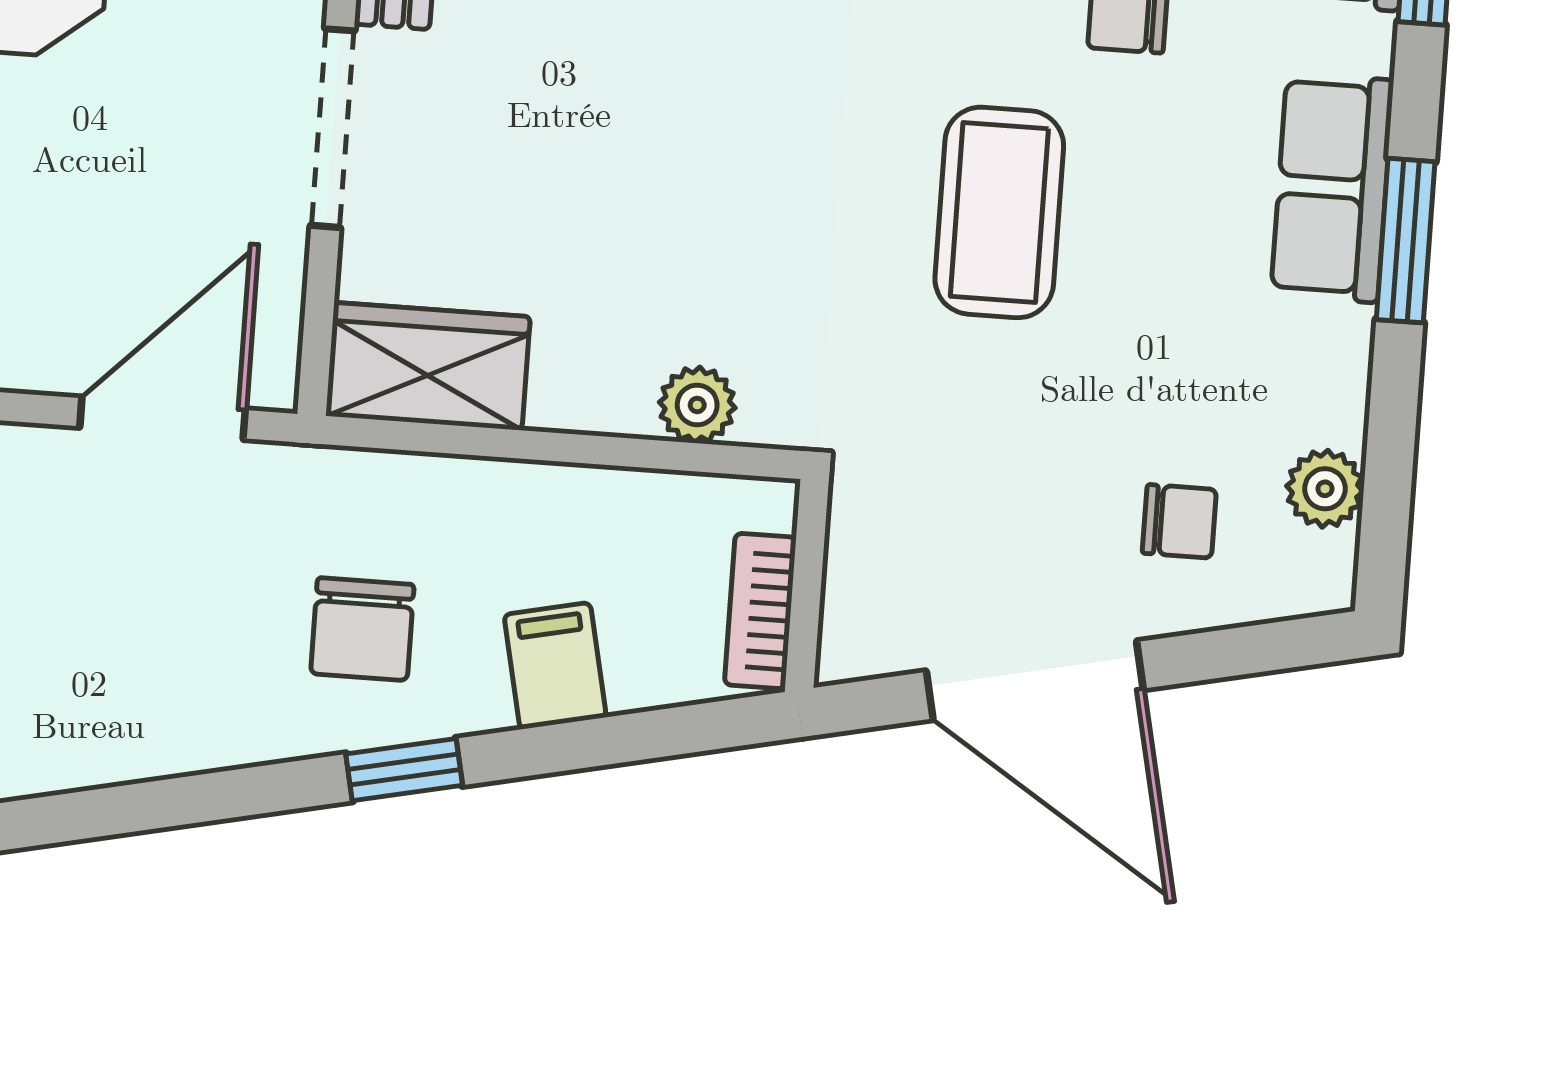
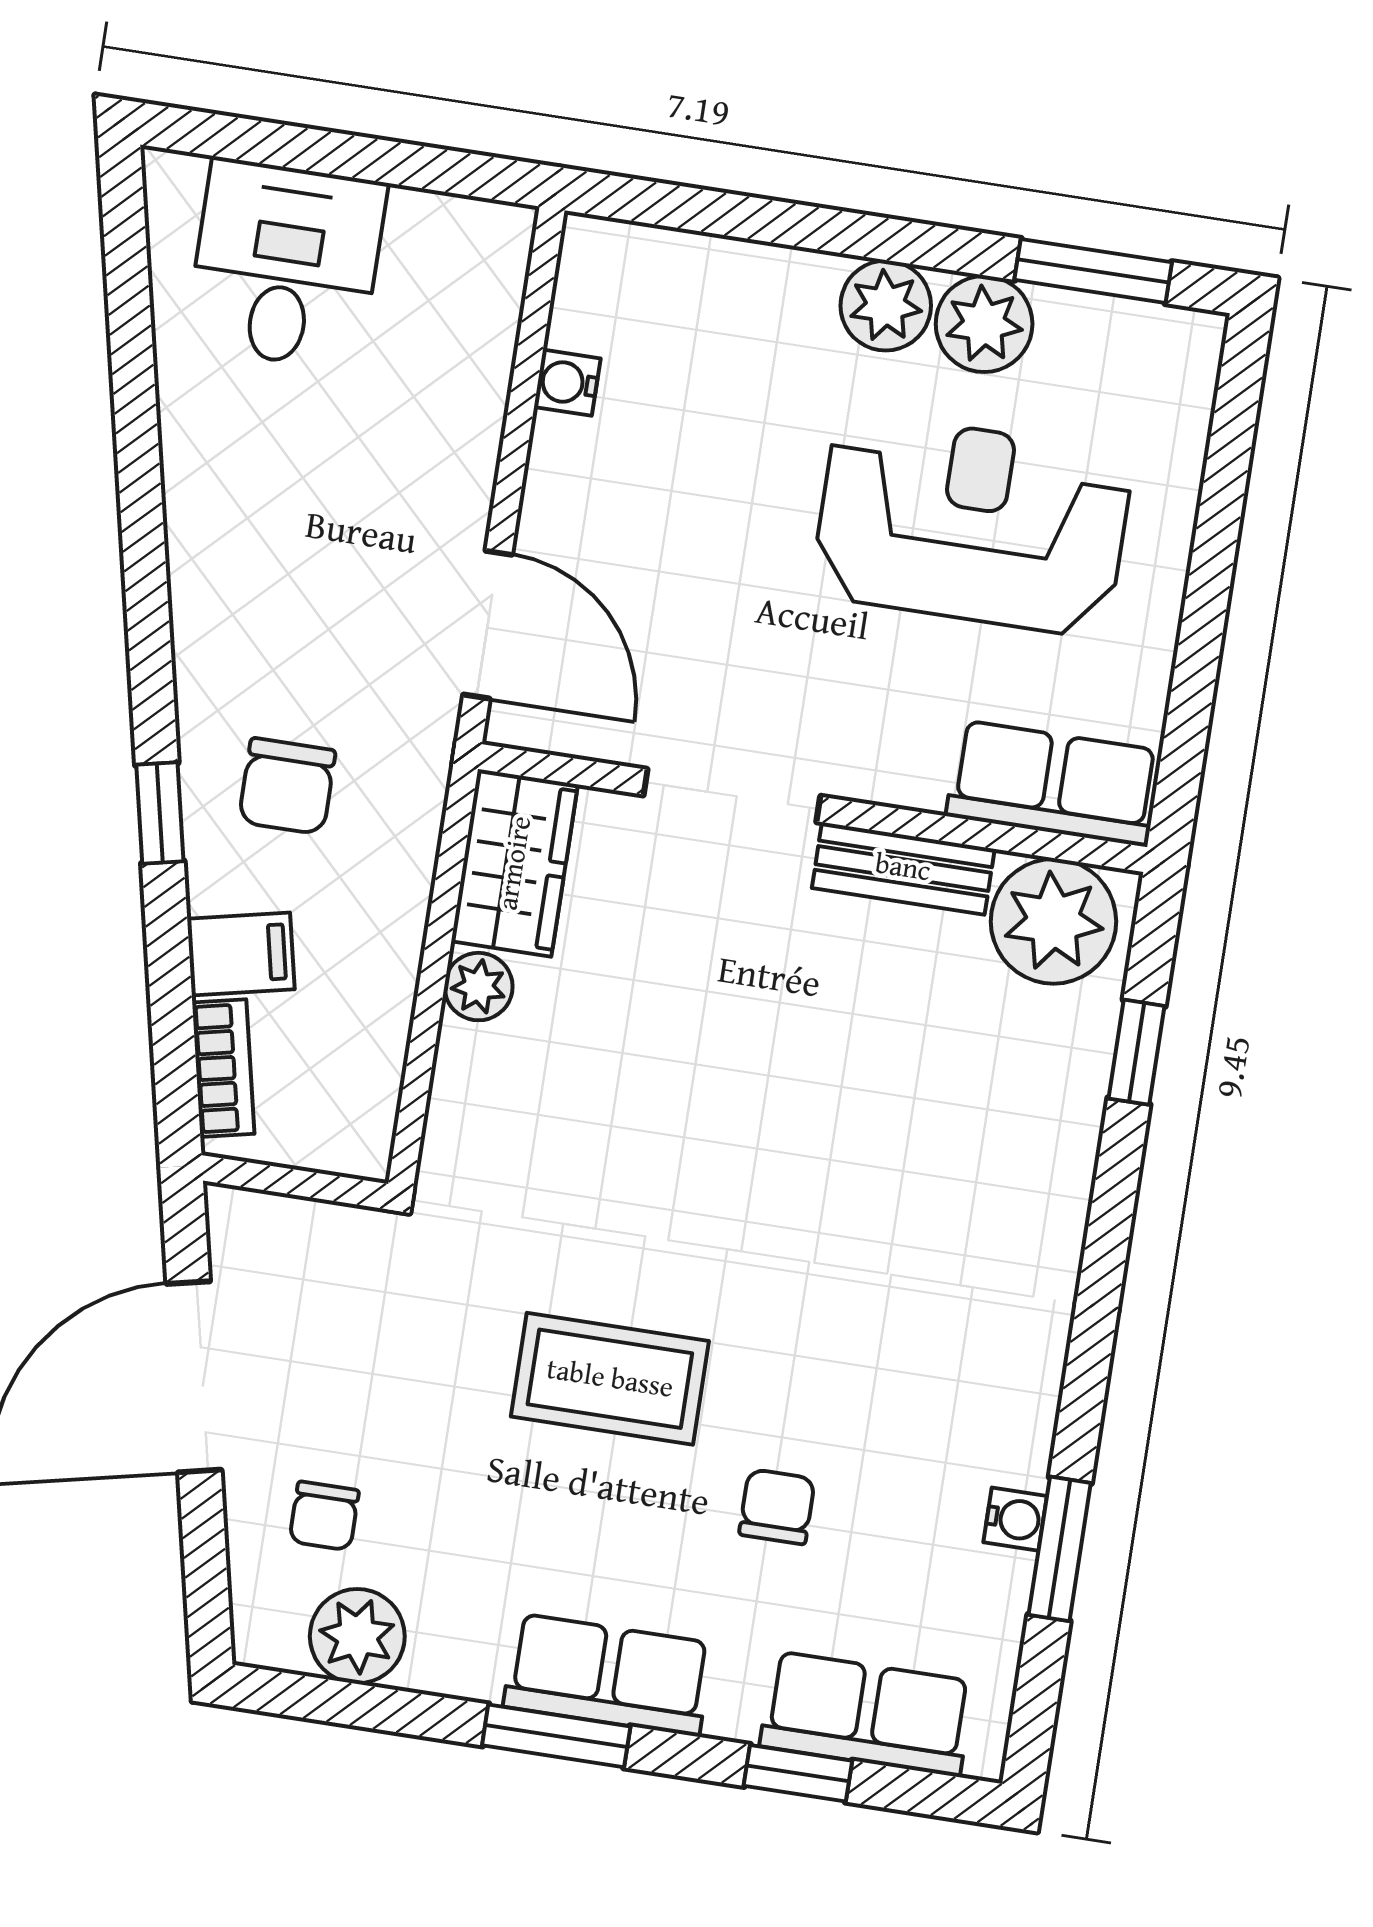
plant: (697, 405) -> (479, 987), moved
plant: (1325, 489) -> (357, 1636), width x1.38, depth x1.38
bookcase: (760, 611) -> (223, 1068), moved, turned 78
chair: (362, 629) -> (287, 786), turned -90

